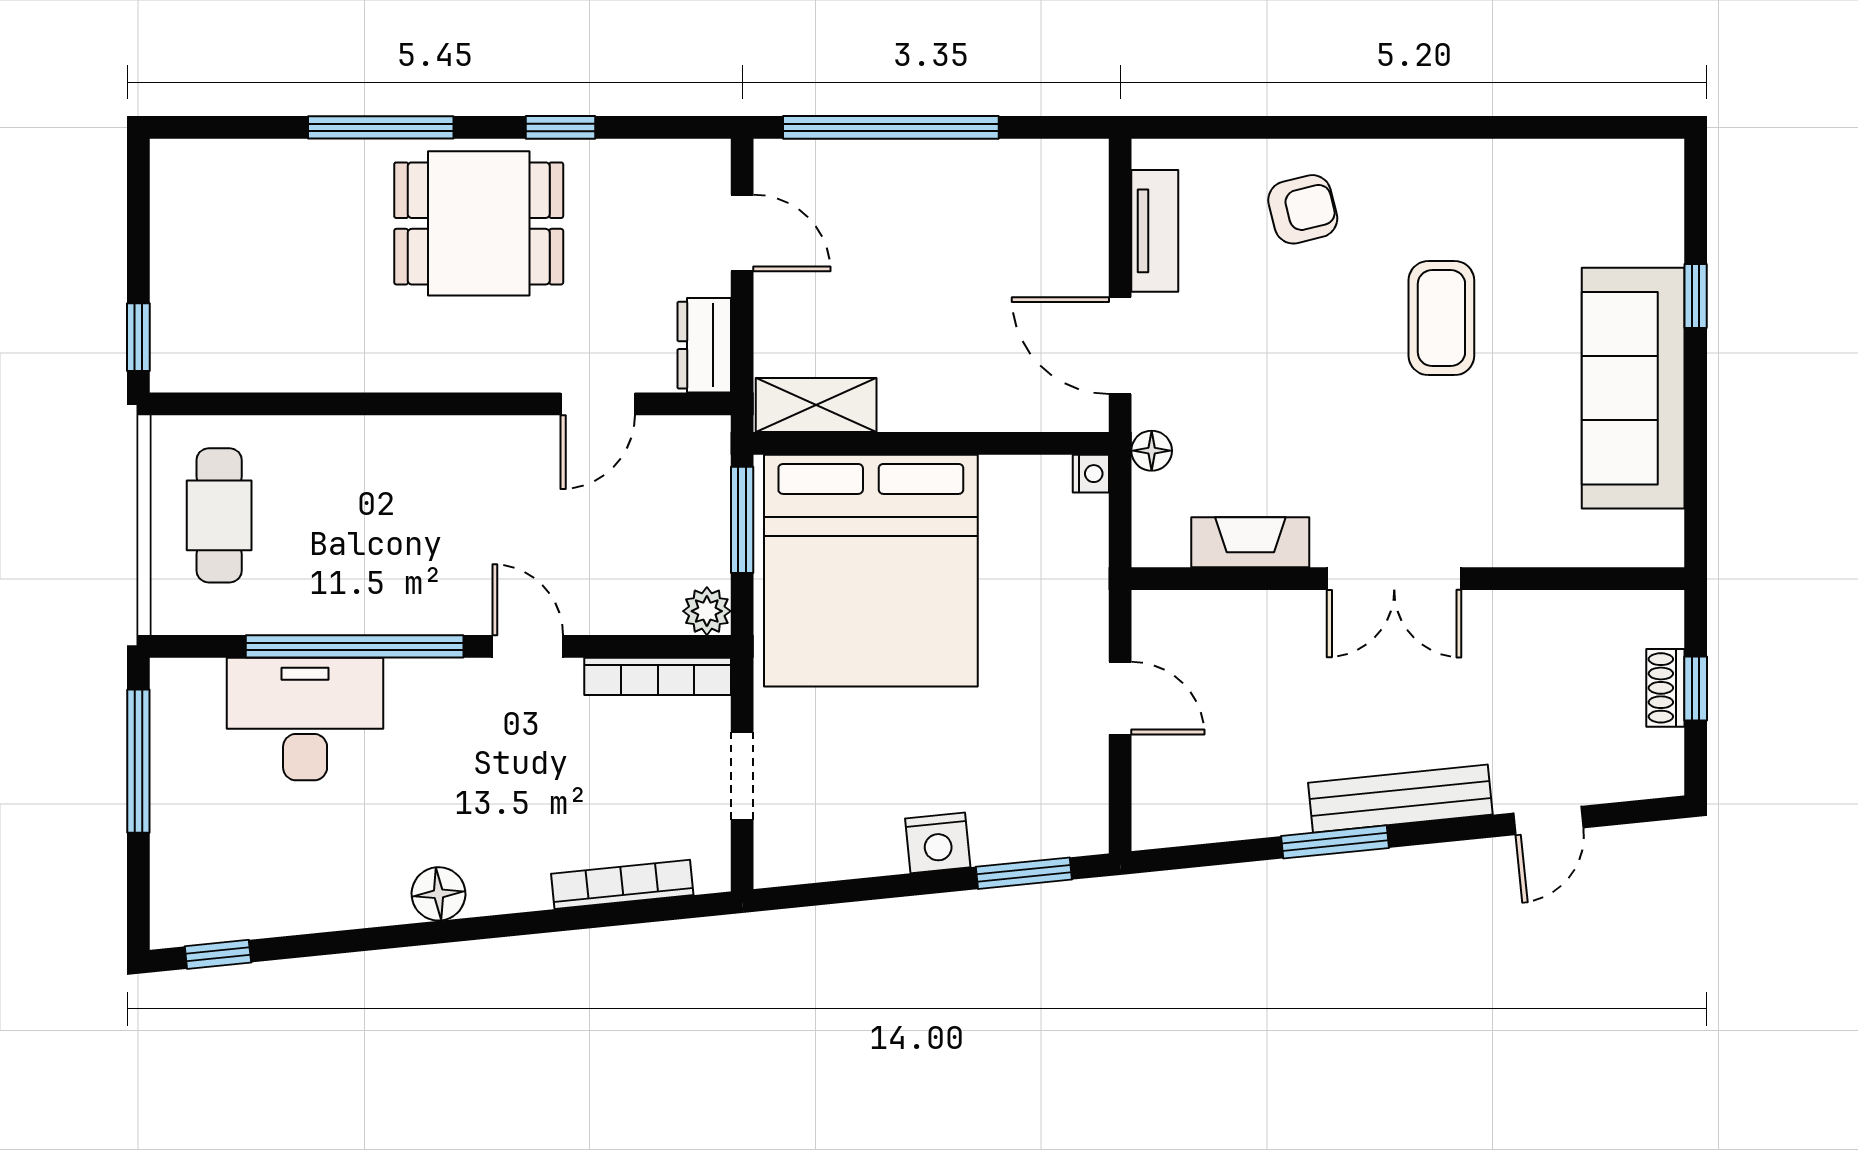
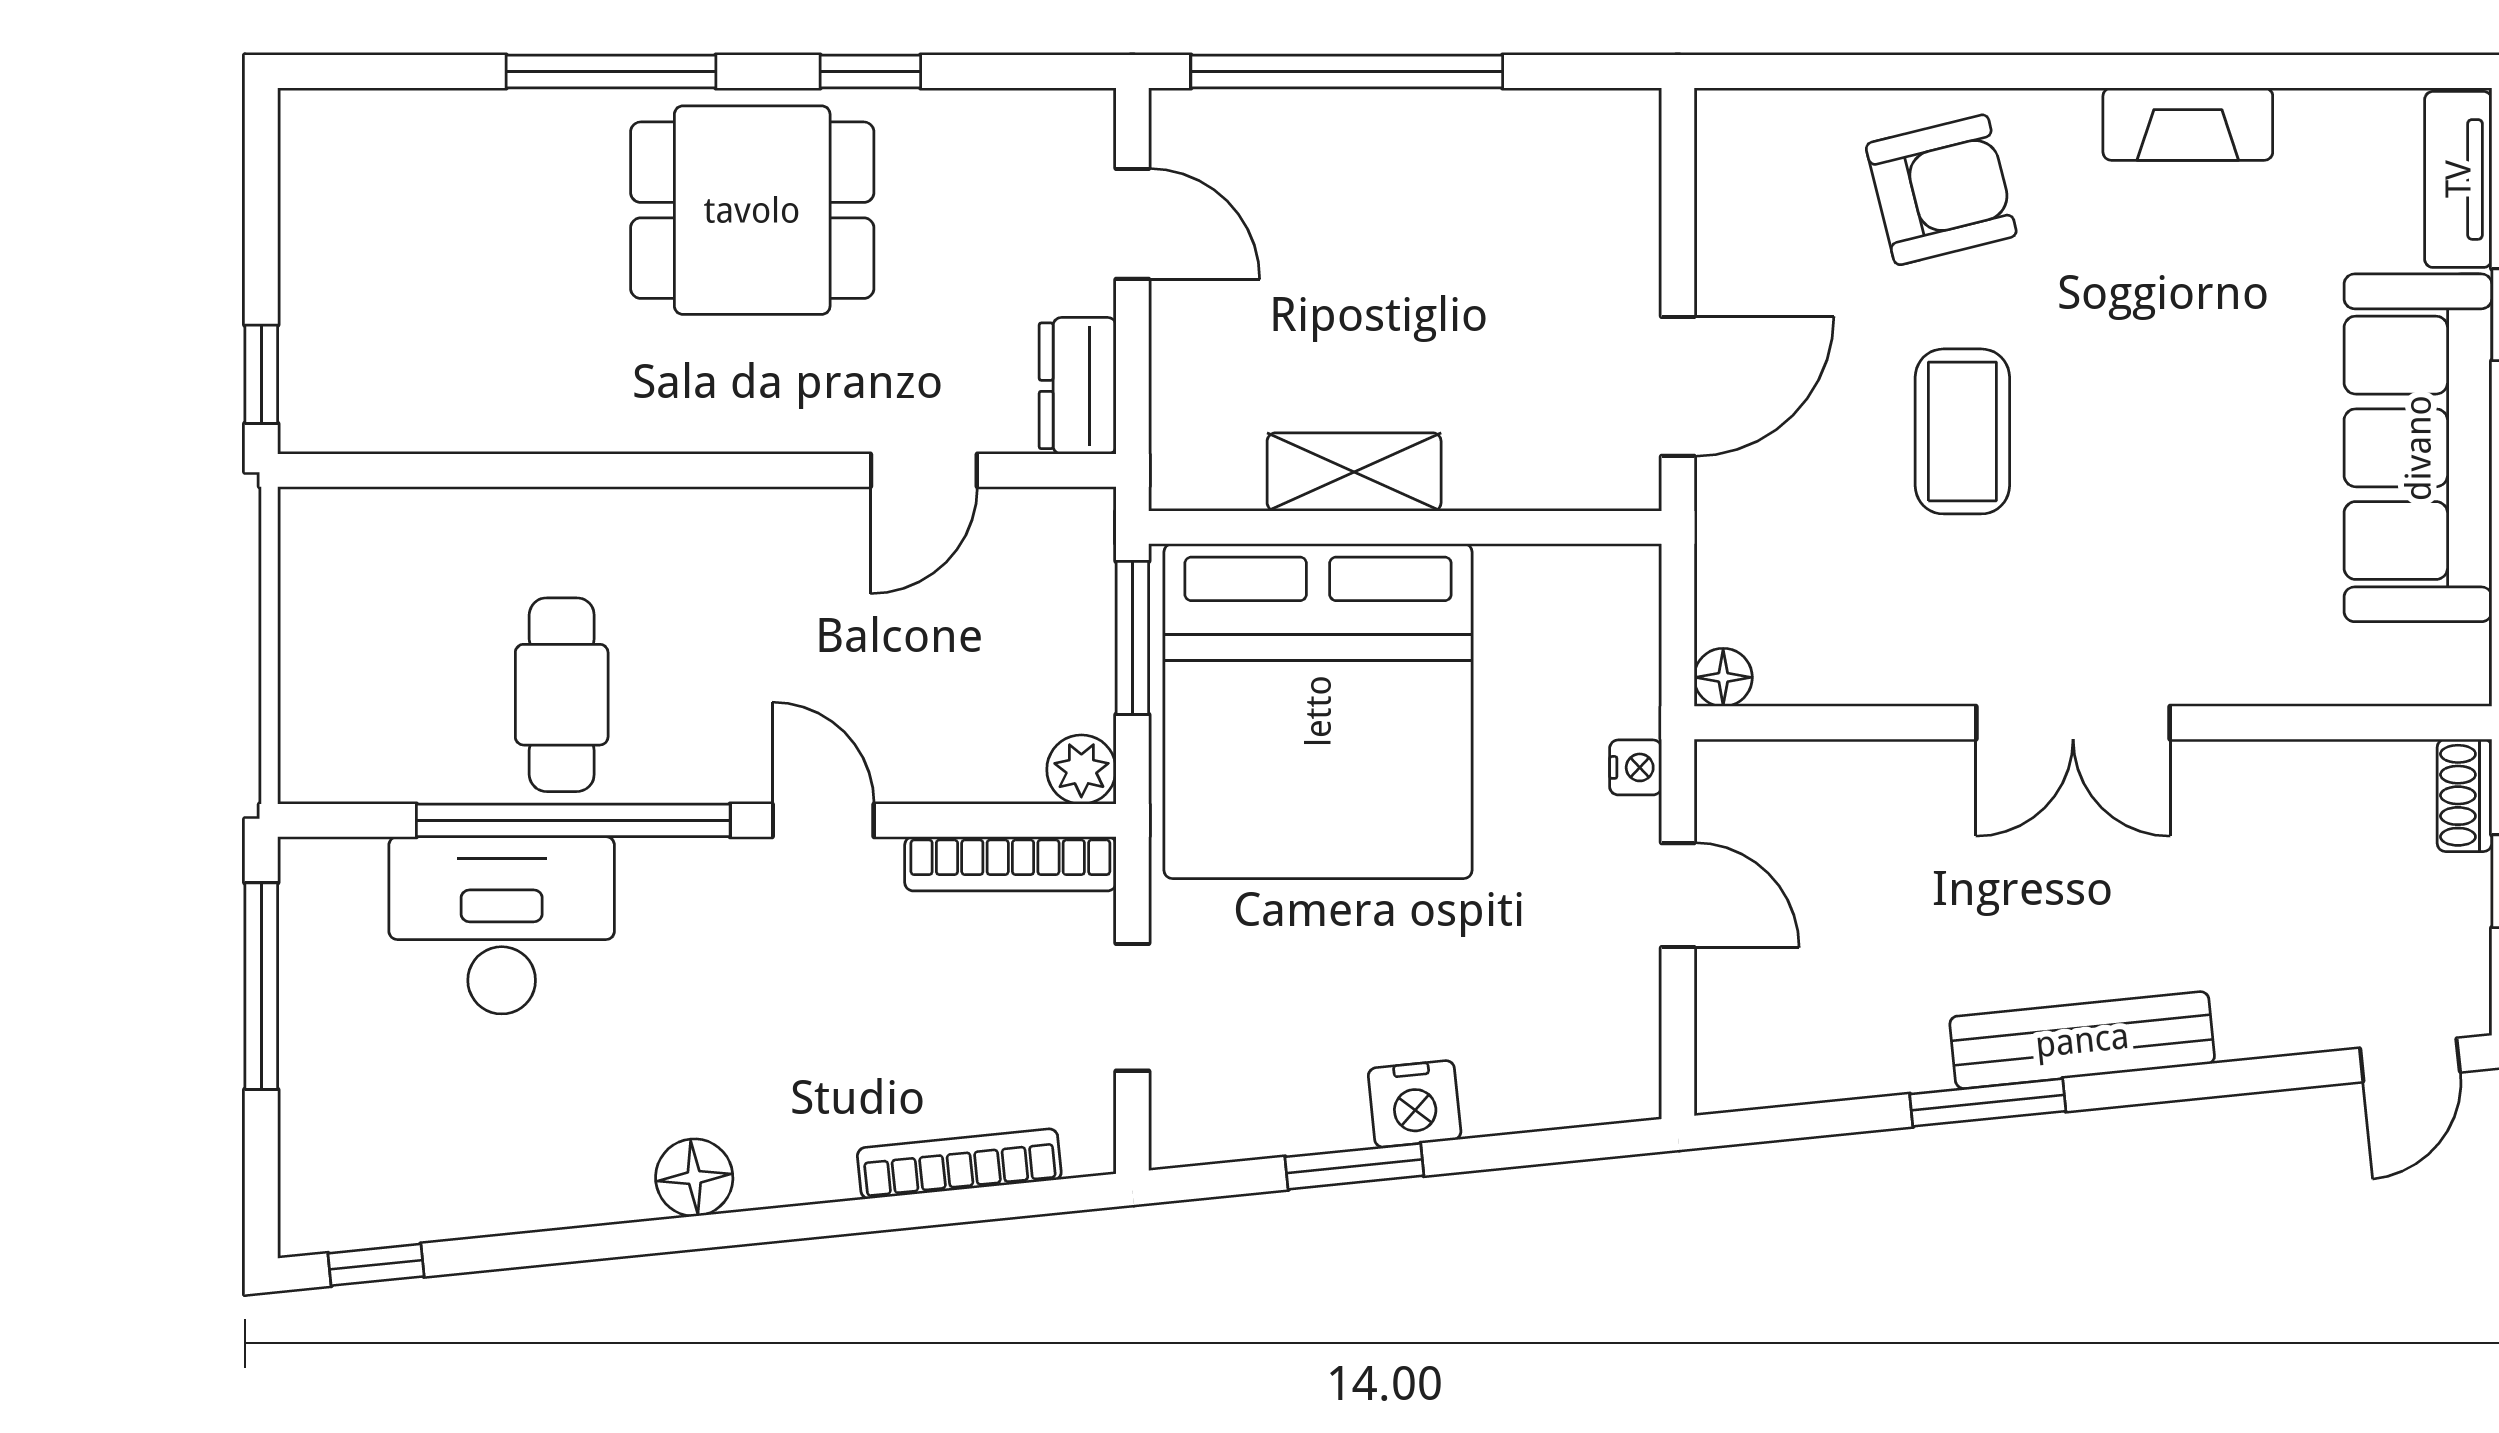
armchair: (1303, 209) -> (1941, 190), width x1.38, depth x1.38
tv unit: (1155, 231) -> (2458, 179), moved, turned 180
coffee table: (1441, 318) -> (1962, 431), moved
door: (1120, 346) -> (1678, 386), swing flipped
shelving: (816, 405) -> (1354, 472), moved
floor lamp: (1152, 451) -> (1723, 677), moved
nightstand: (1091, 474) -> (1636, 767), moved
cafe table: (219, 515) -> (562, 695), moved
fireplace: (1250, 542) -> (2188, 124), moved, turned 180
shoe rack: (1665, 688) -> (2465, 795), moved
door: (1548, 820) -> (2410, 1060), moved
window: (1024, 873) -> (1354, 1166), moved

